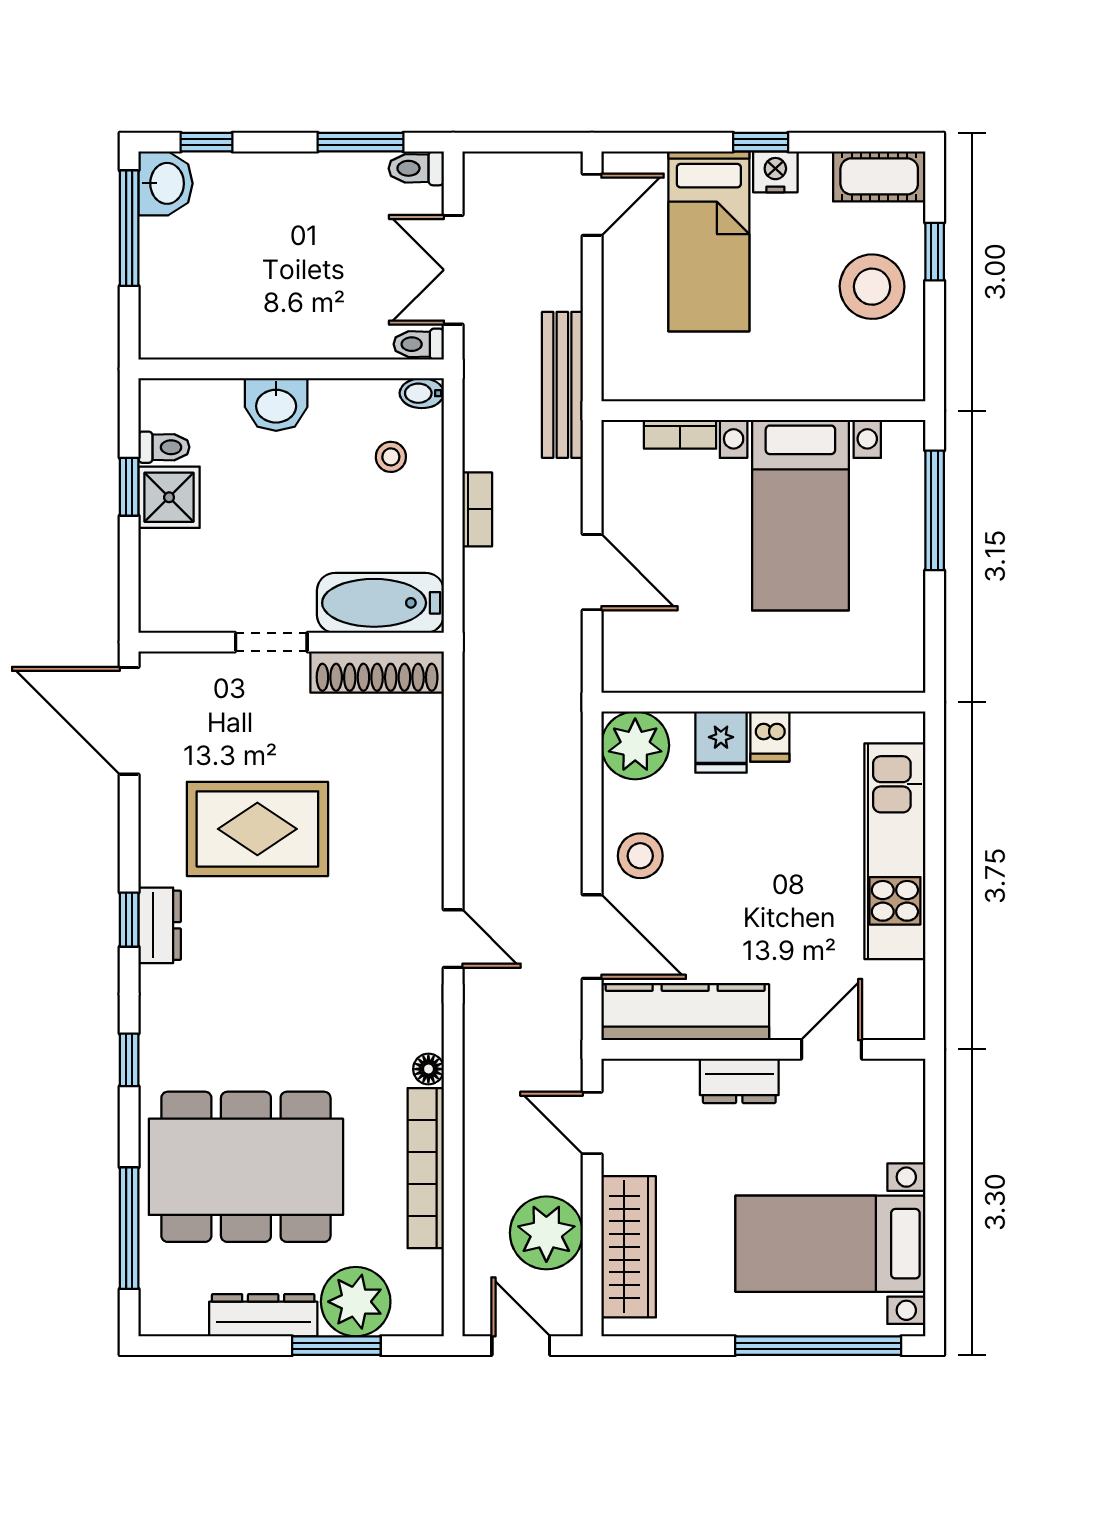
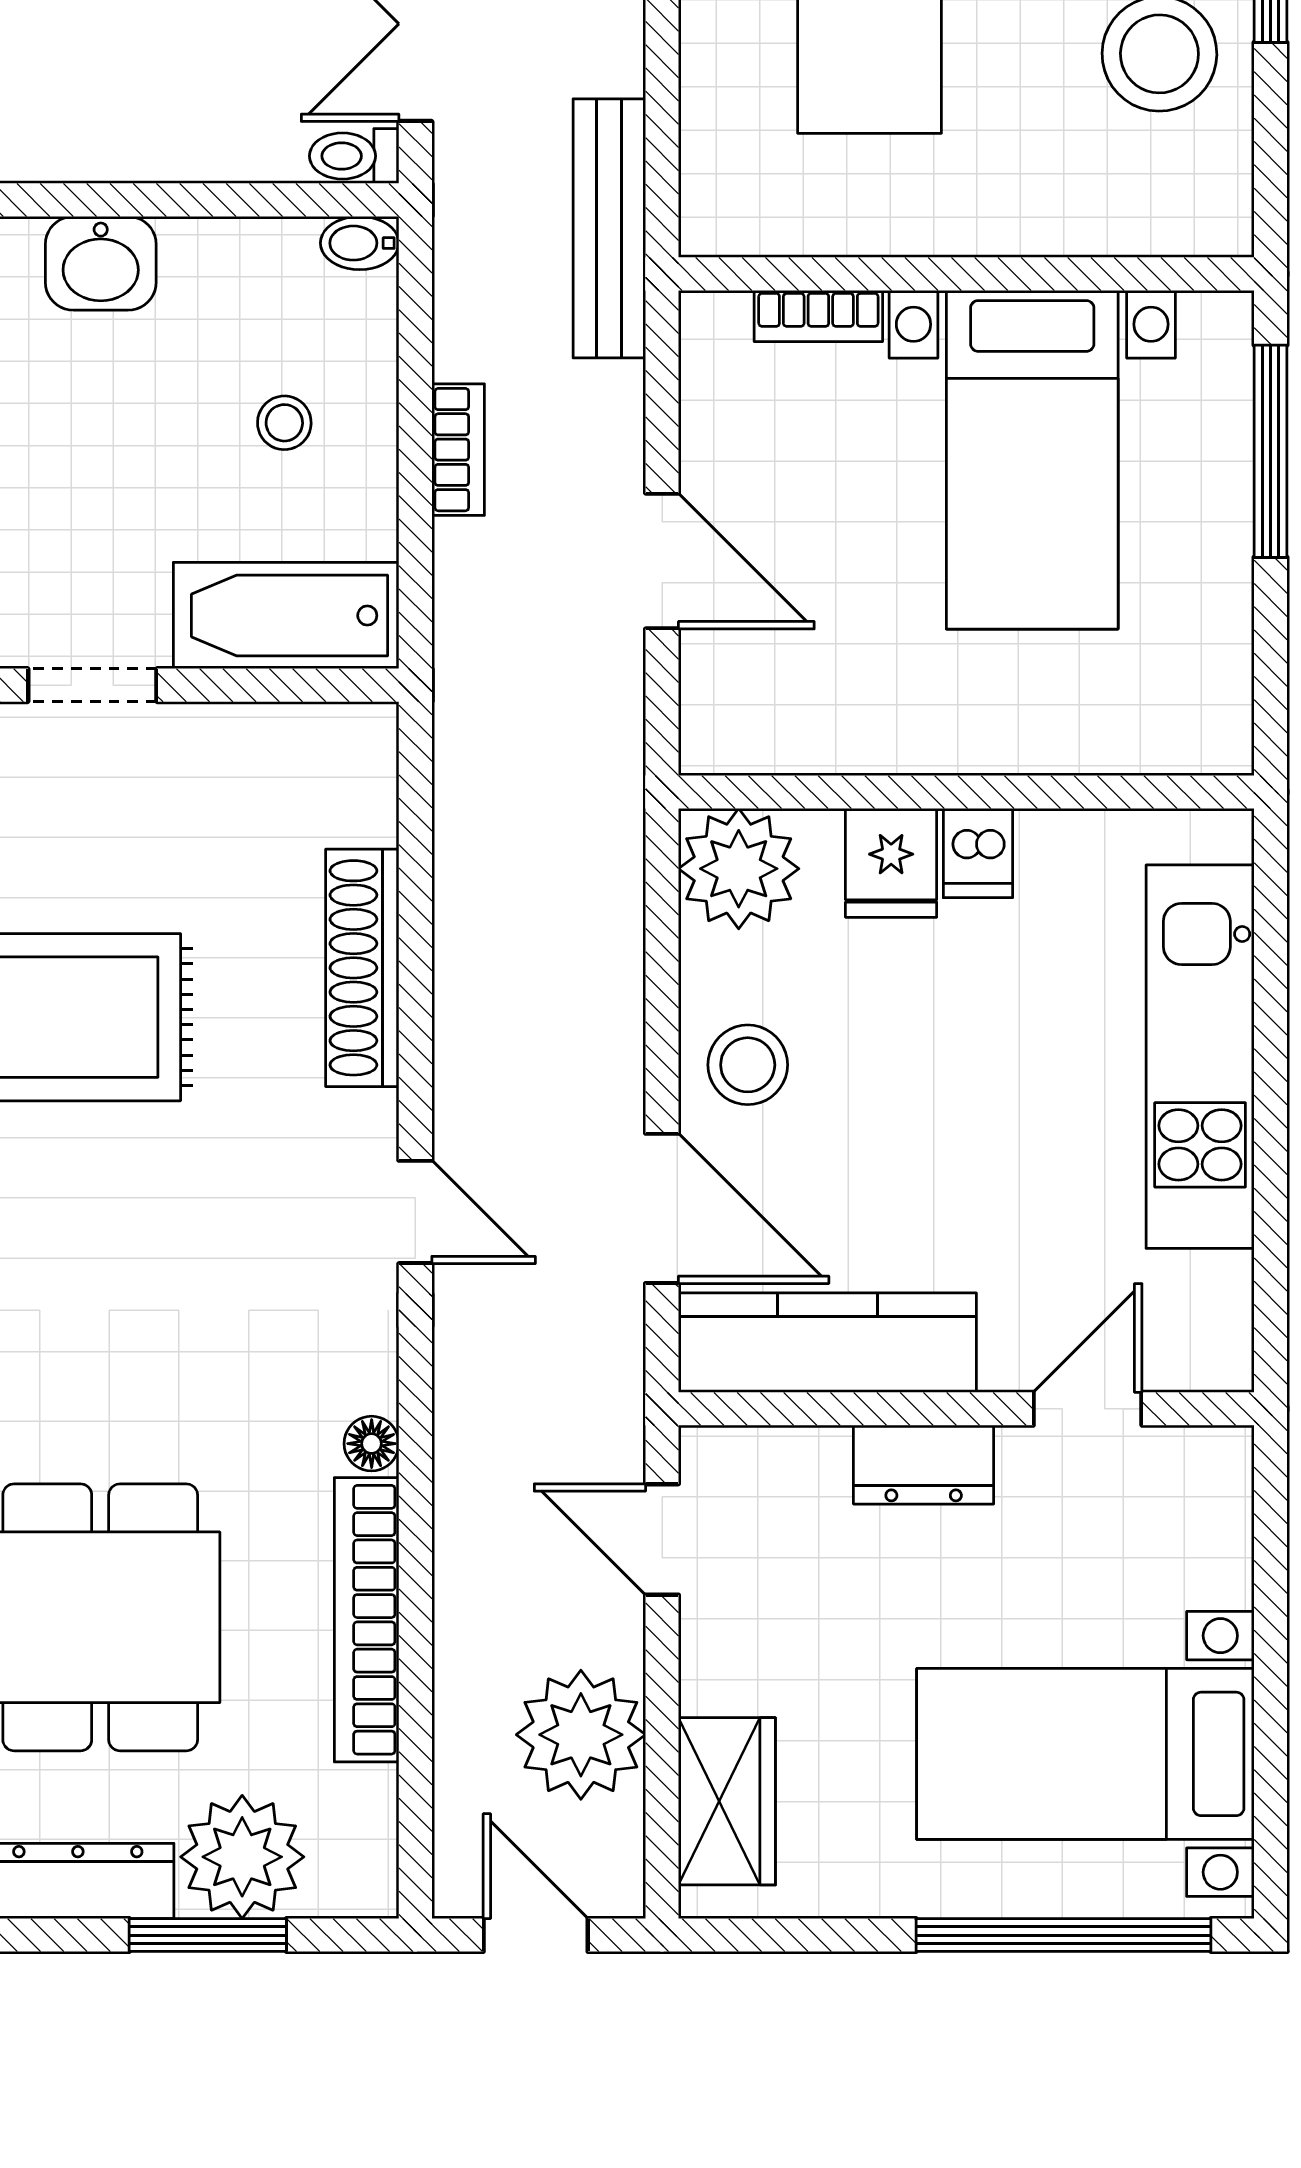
stool: (391, 457) -> (284, 423), moved
shoe rack: (377, 672) -> (362, 968), moved, turned 90
wardrobe: (629, 1247) -> (727, 1801), width x0.67

